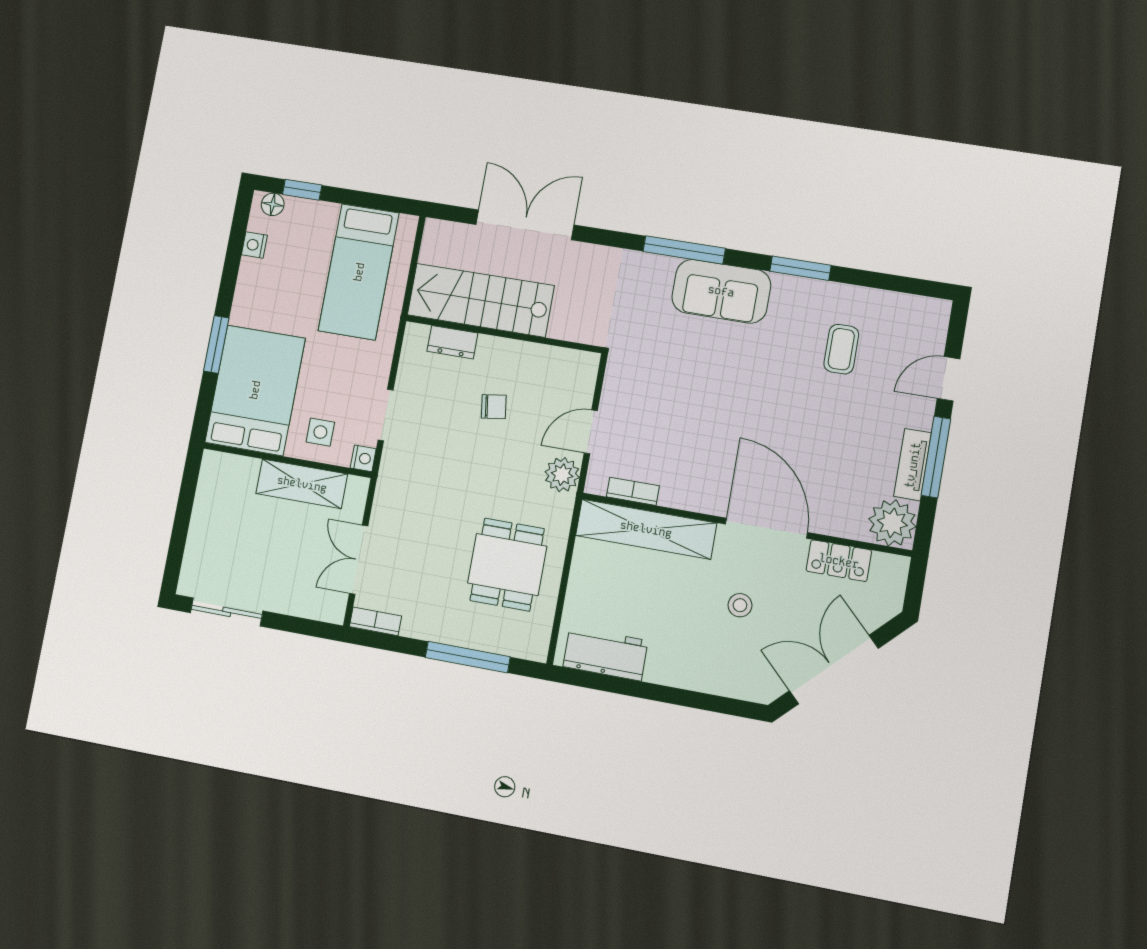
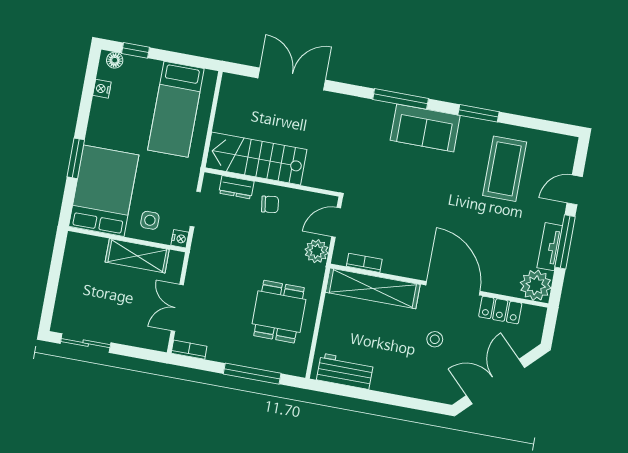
stairs: (481, 300) -> (256, 159), moved
wall: (504, 334) -> (272, 182), moved
dresser: (452, 342) -> (236, 187), moved
coffee table: (841, 349) -> (505, 169), width x1.86, depth x1.72

